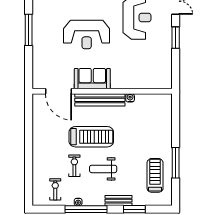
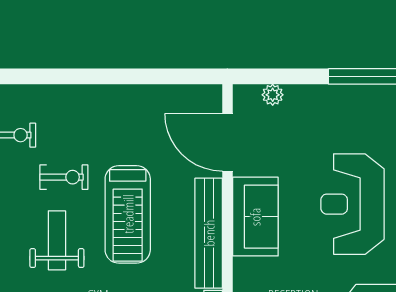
plant: (37, 71) -> (273, 95), added
door: (58, 91) -> (227, 142), hinge flipped

